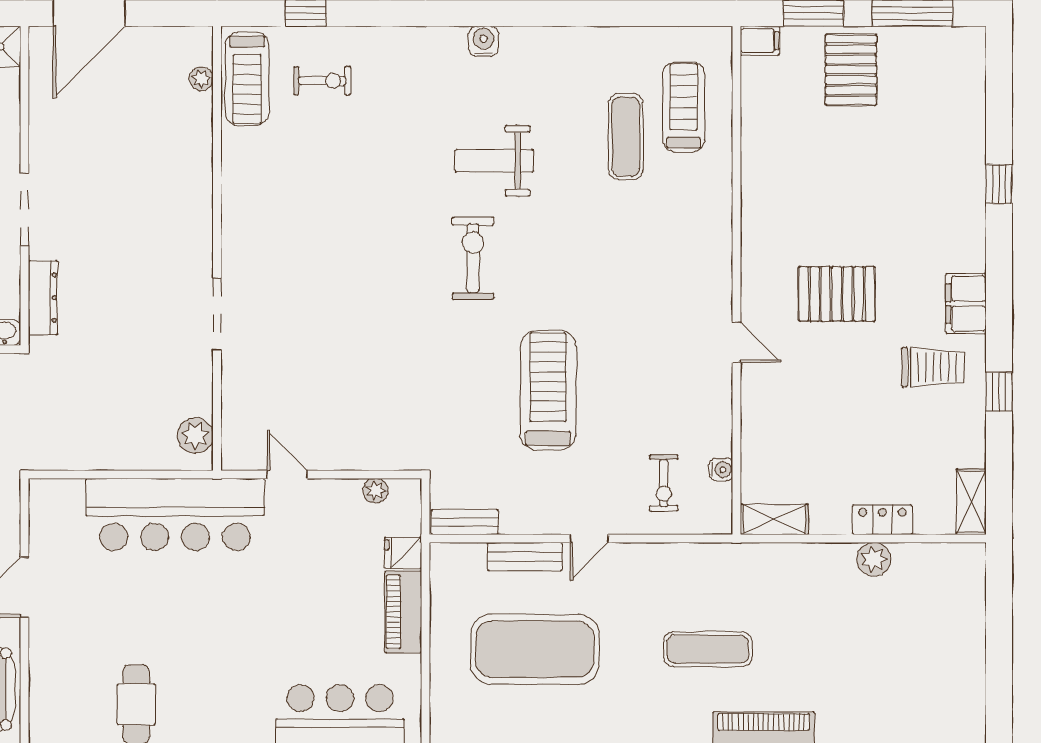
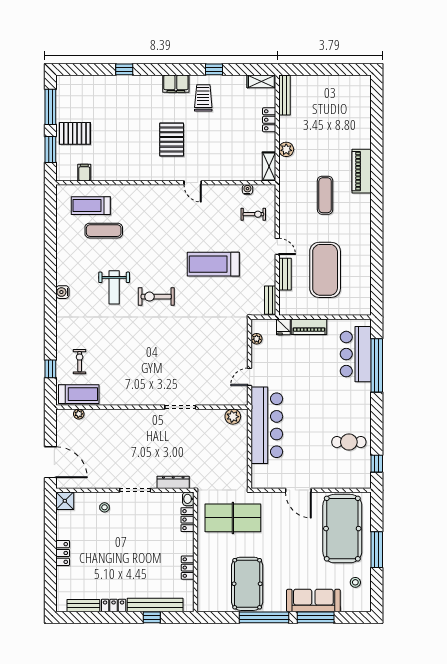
filing cabinet: (760, 41) -> (84, 173), moved
door: (737, 342) -> (193, 183), swing flipped
bench: (939, 555) -> (284, 95), added
plant: (874, 559) -> (286, 149), moved

